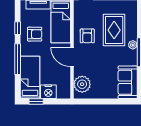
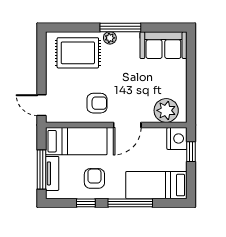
rug: (114, 30) -> (78, 53), moved
nightstand: (48, 92) -> (177, 138), moved
window: (36, 101) -> (191, 152), moved

